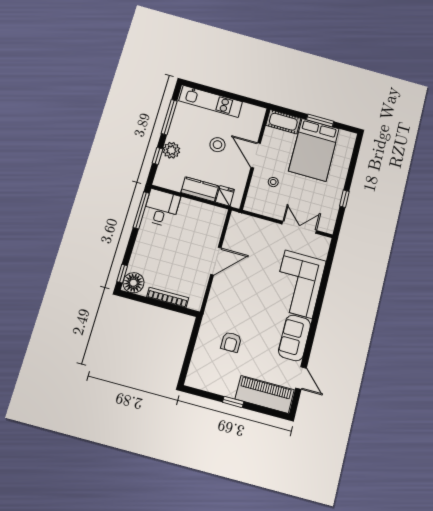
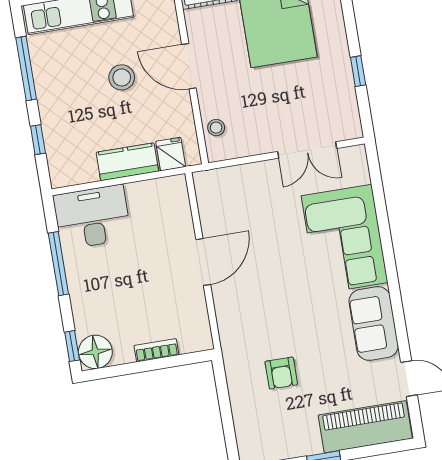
plant: (171, 150) -> (55, 120), removed
stool: (273, 182) -> (216, 128), moved
desk: (161, 208) -> (92, 217), width x1.37
window: (141, 210) -> (58, 264), moved
double door: (299, 227) -> (307, 150), swing flipped
bookcase: (168, 297) -> (156, 350), width x0.64

